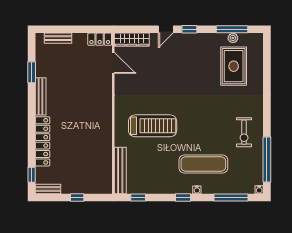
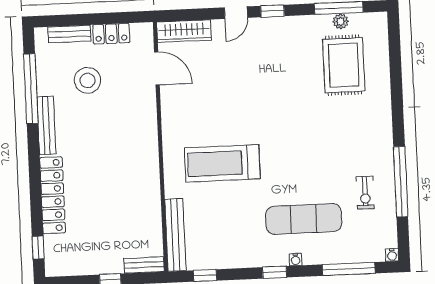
locker: (100, 39) -> (111, 34), moved
stool: (68, 68) -> (88, 80), added
window: (32, 72) -> (31, 89), width x2.11
treadmill: (153, 126) -> (222, 163), turned 180
exercise bike: (244, 132) -> (365, 193), moved, width x0.73, depth x0.72
window: (267, 160) -> (401, 182), moved
bench: (48, 189) -> (144, 265), moved

